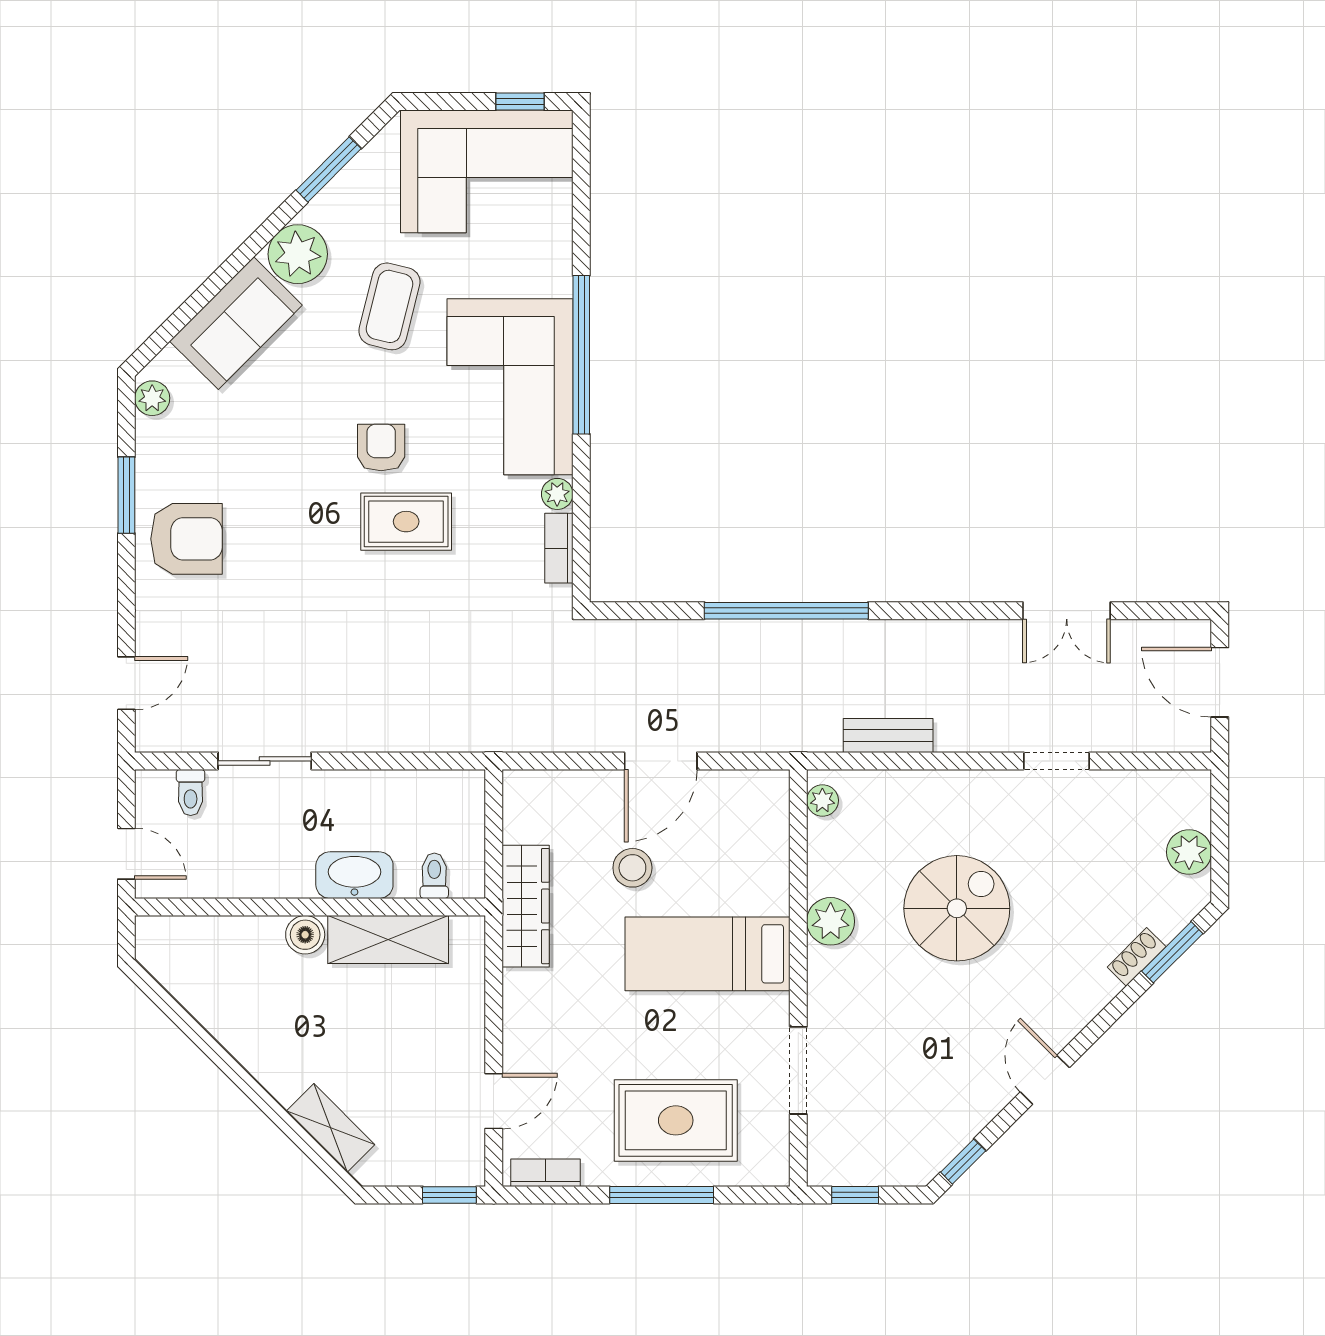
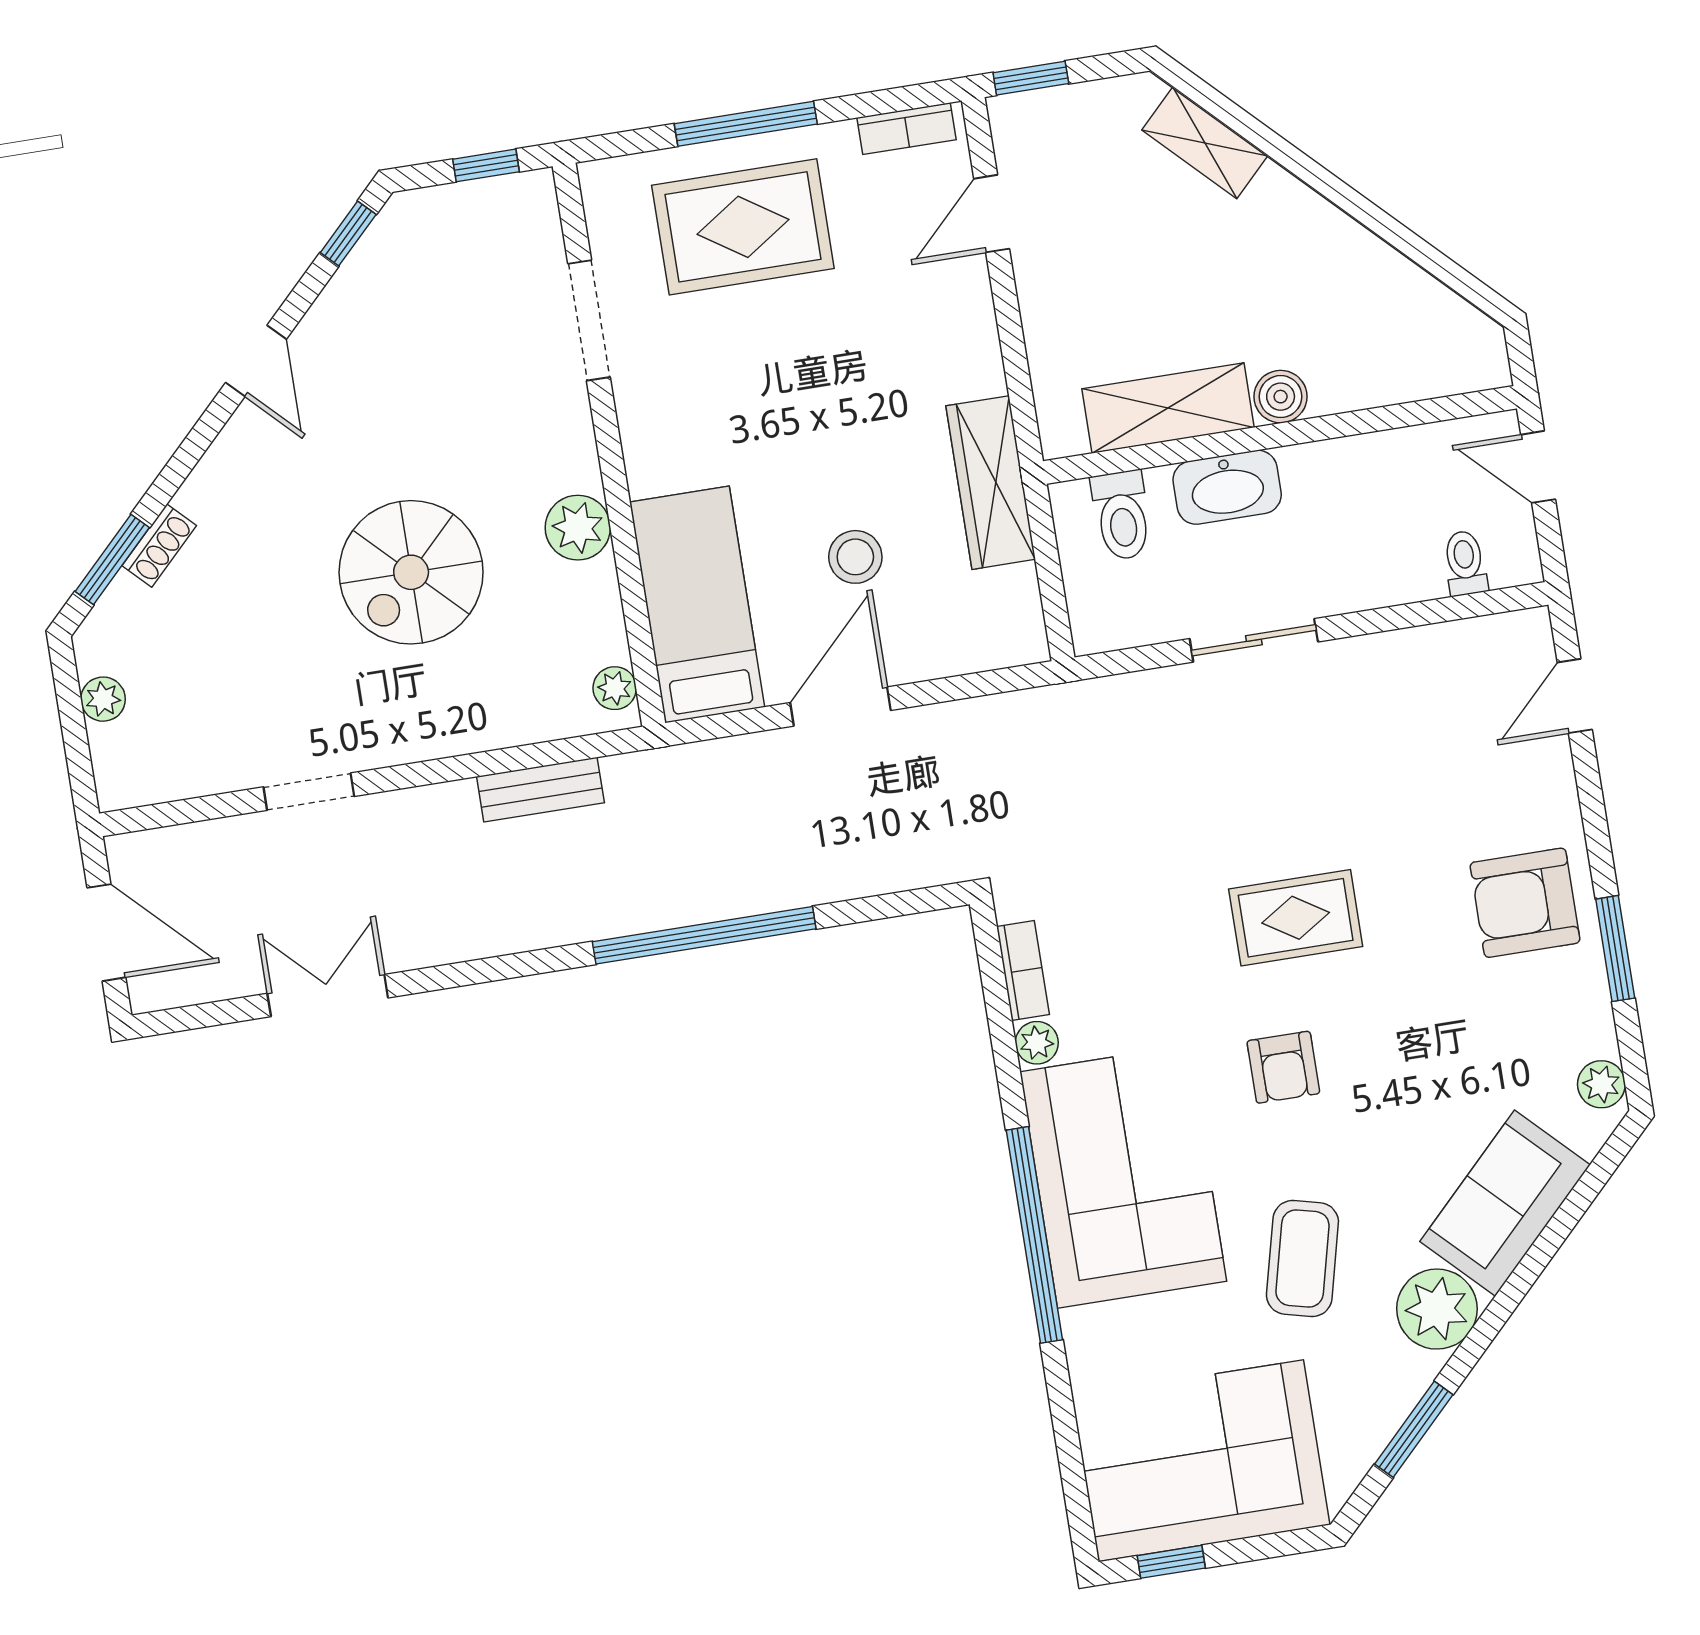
rug: (406, 522) -> (1296, 918), moved
sliding door: (265, 761) -> (1254, 640), moved
plant: (1189, 852) -> (103, 699), width x0.73, depth x0.73
toilet: (434, 876) -> (1122, 515), width x1.37, depth x1.39
bed: (708, 954) -> (697, 604), moved, turned -90

